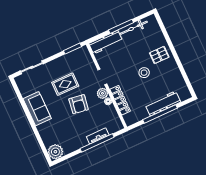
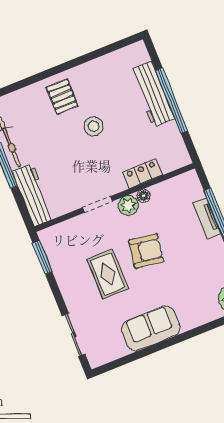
locker: (120, 100) -> (142, 173), width x0.66

